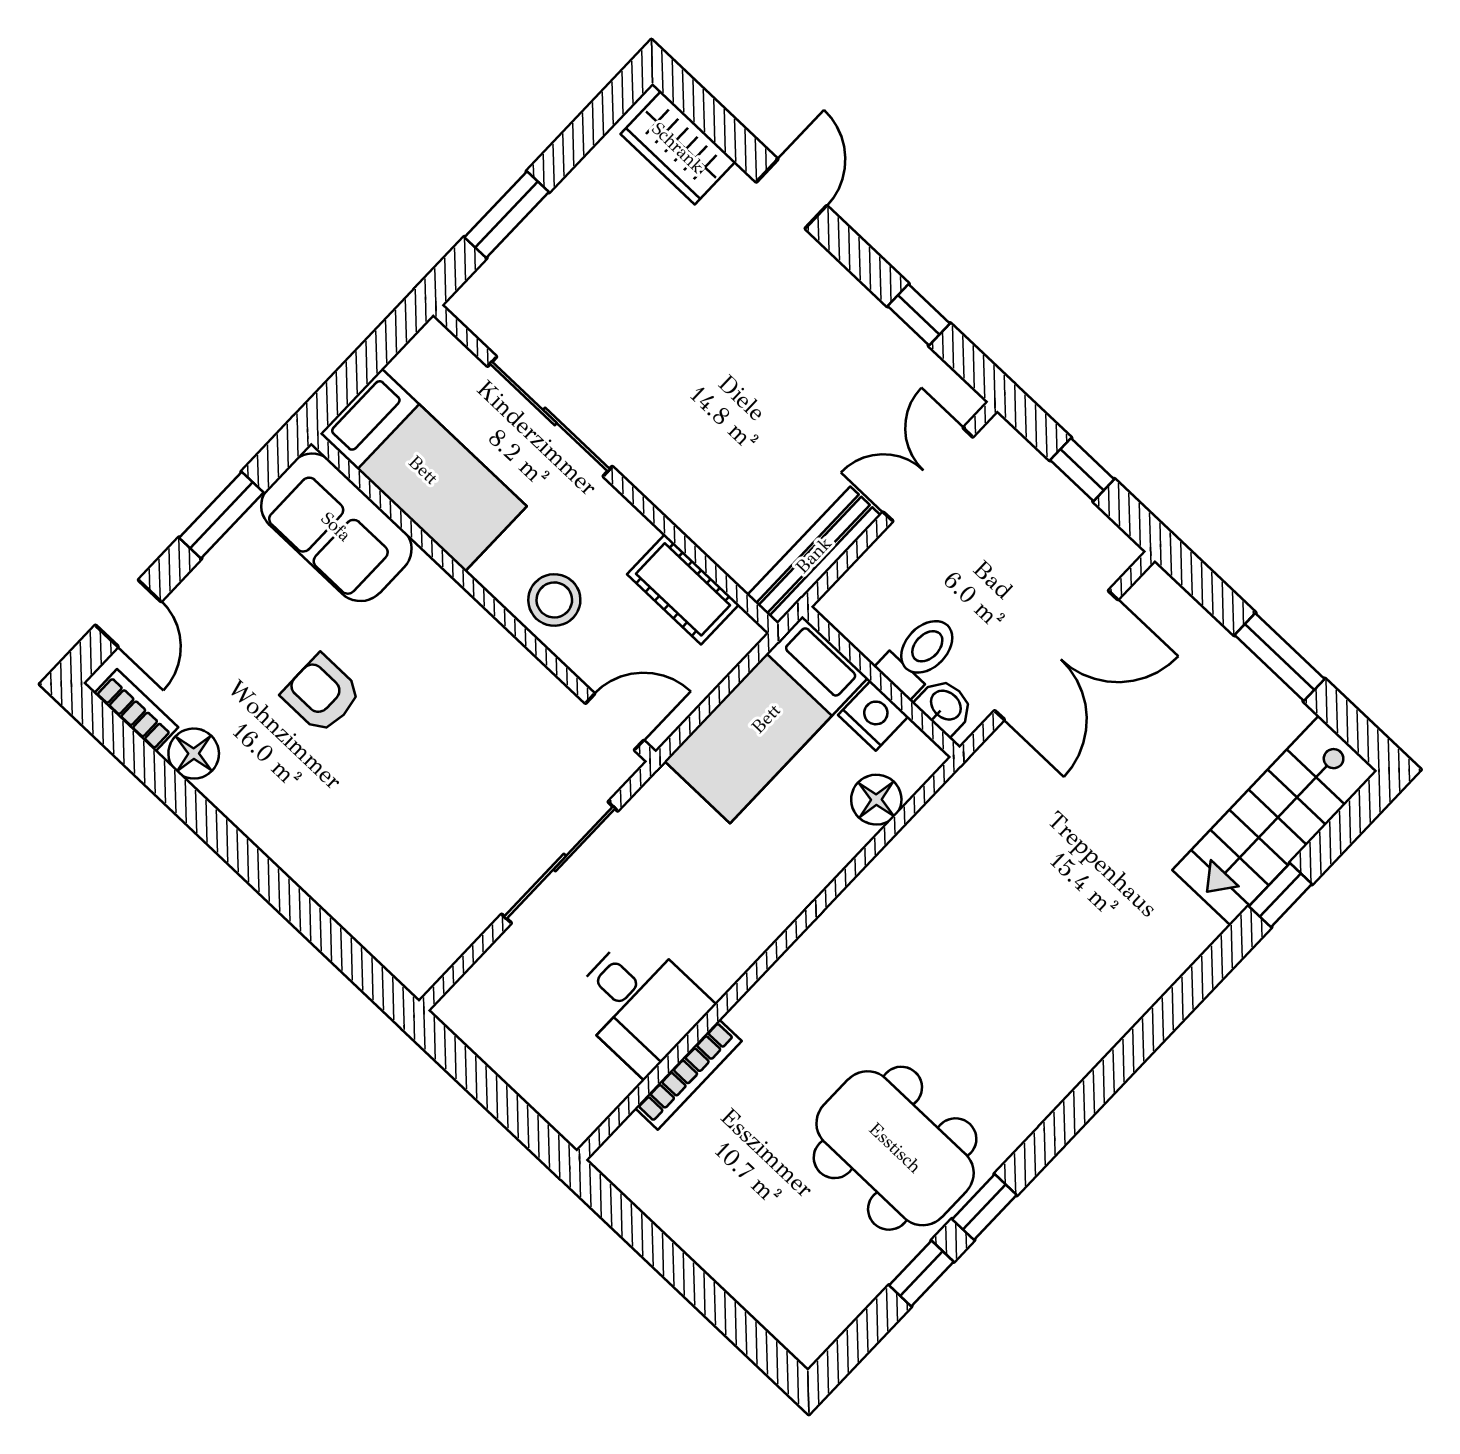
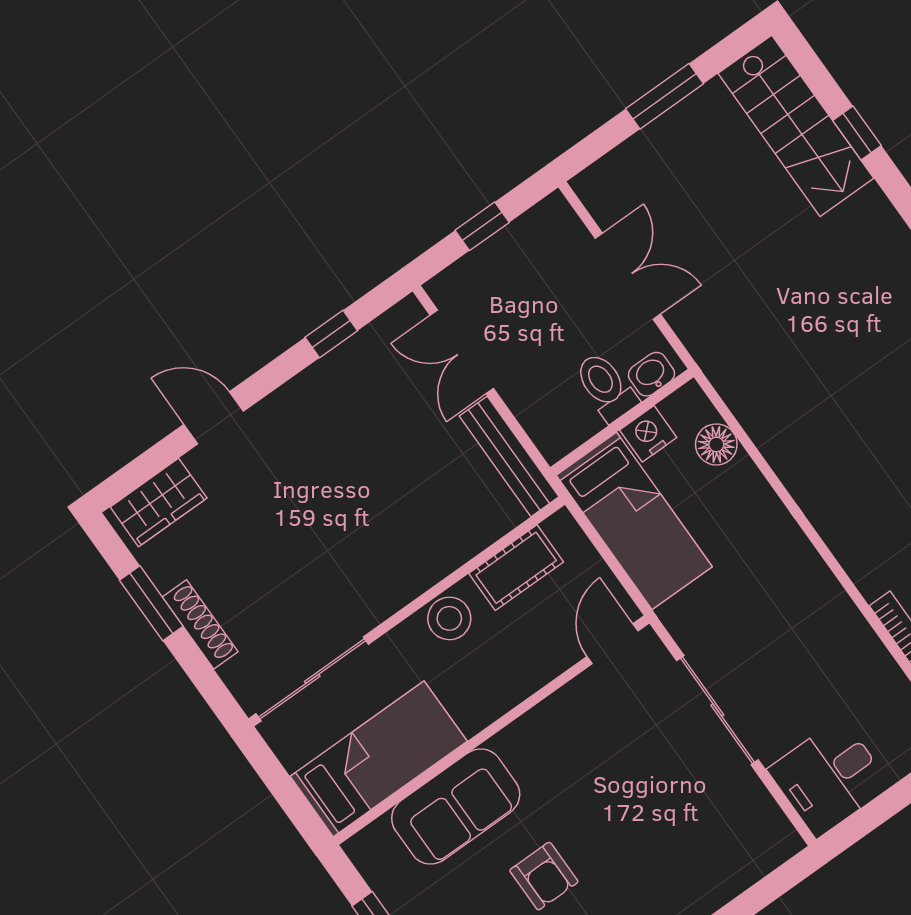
window: (507, 215) -> (151, 603), moved
shoe rack: (542, 226) -> (200, 624), added
sliding door: (550, 416) -> (312, 679), moved
sofa: (336, 527) -> (456, 806), moved
stool: (554, 600) -> (449, 618), moved
double door: (1056, 655) -> (628, 276), width x0.73
armchair: (322, 694) -> (544, 876), turned -90
desk: (639, 1003) -> (829, 778), moved, turned 180

